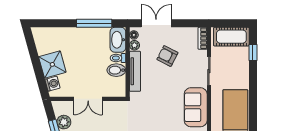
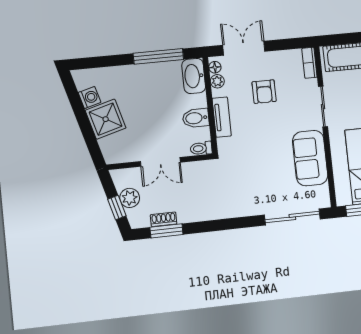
armchair: (167, 56) -> (264, 92), turned -117
toilet: (118, 58) -> (201, 148), moved
tv unit: (135, 71) -> (222, 117), width x0.71
washing machine: (52, 84) -> (90, 97), moved

